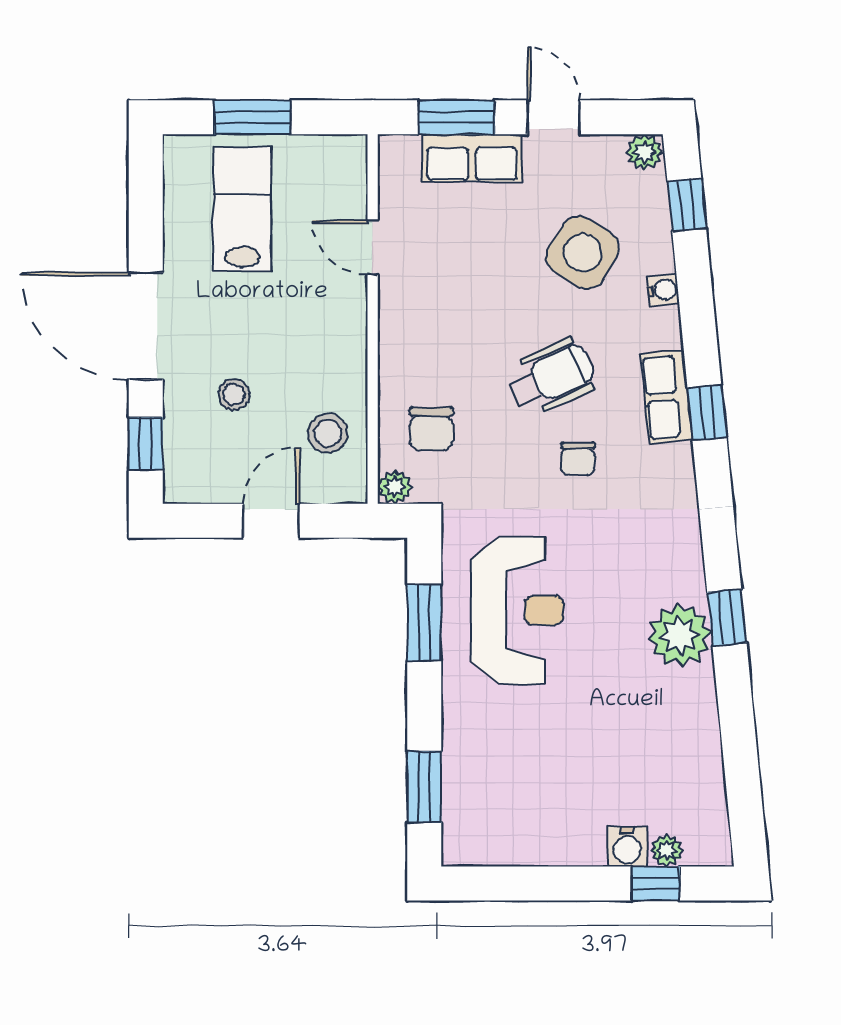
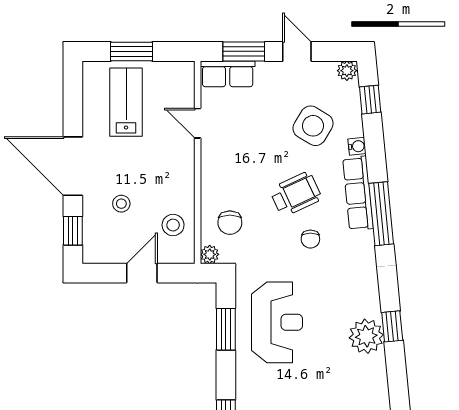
row of seats: (472, 158) -> (228, 74), moved
row of seats: (667, 397) -> (358, 193), width x1.48
window: (707, 413) -> (381, 214), width x2.17

